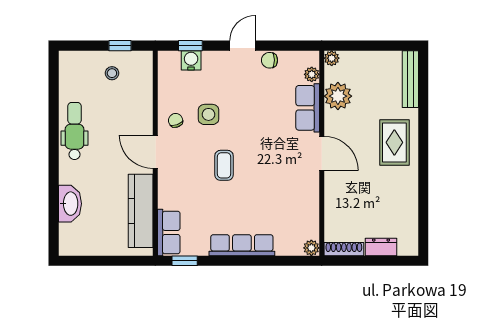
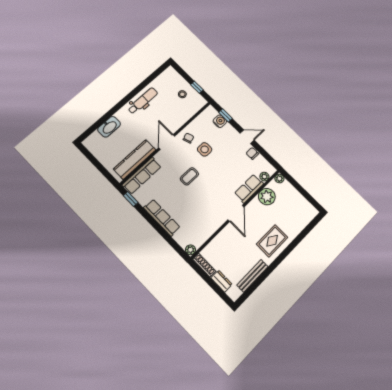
bench: (410, 79) -> (252, 276), moved
row of seats: (169, 232) -> (142, 176), width x1.48

